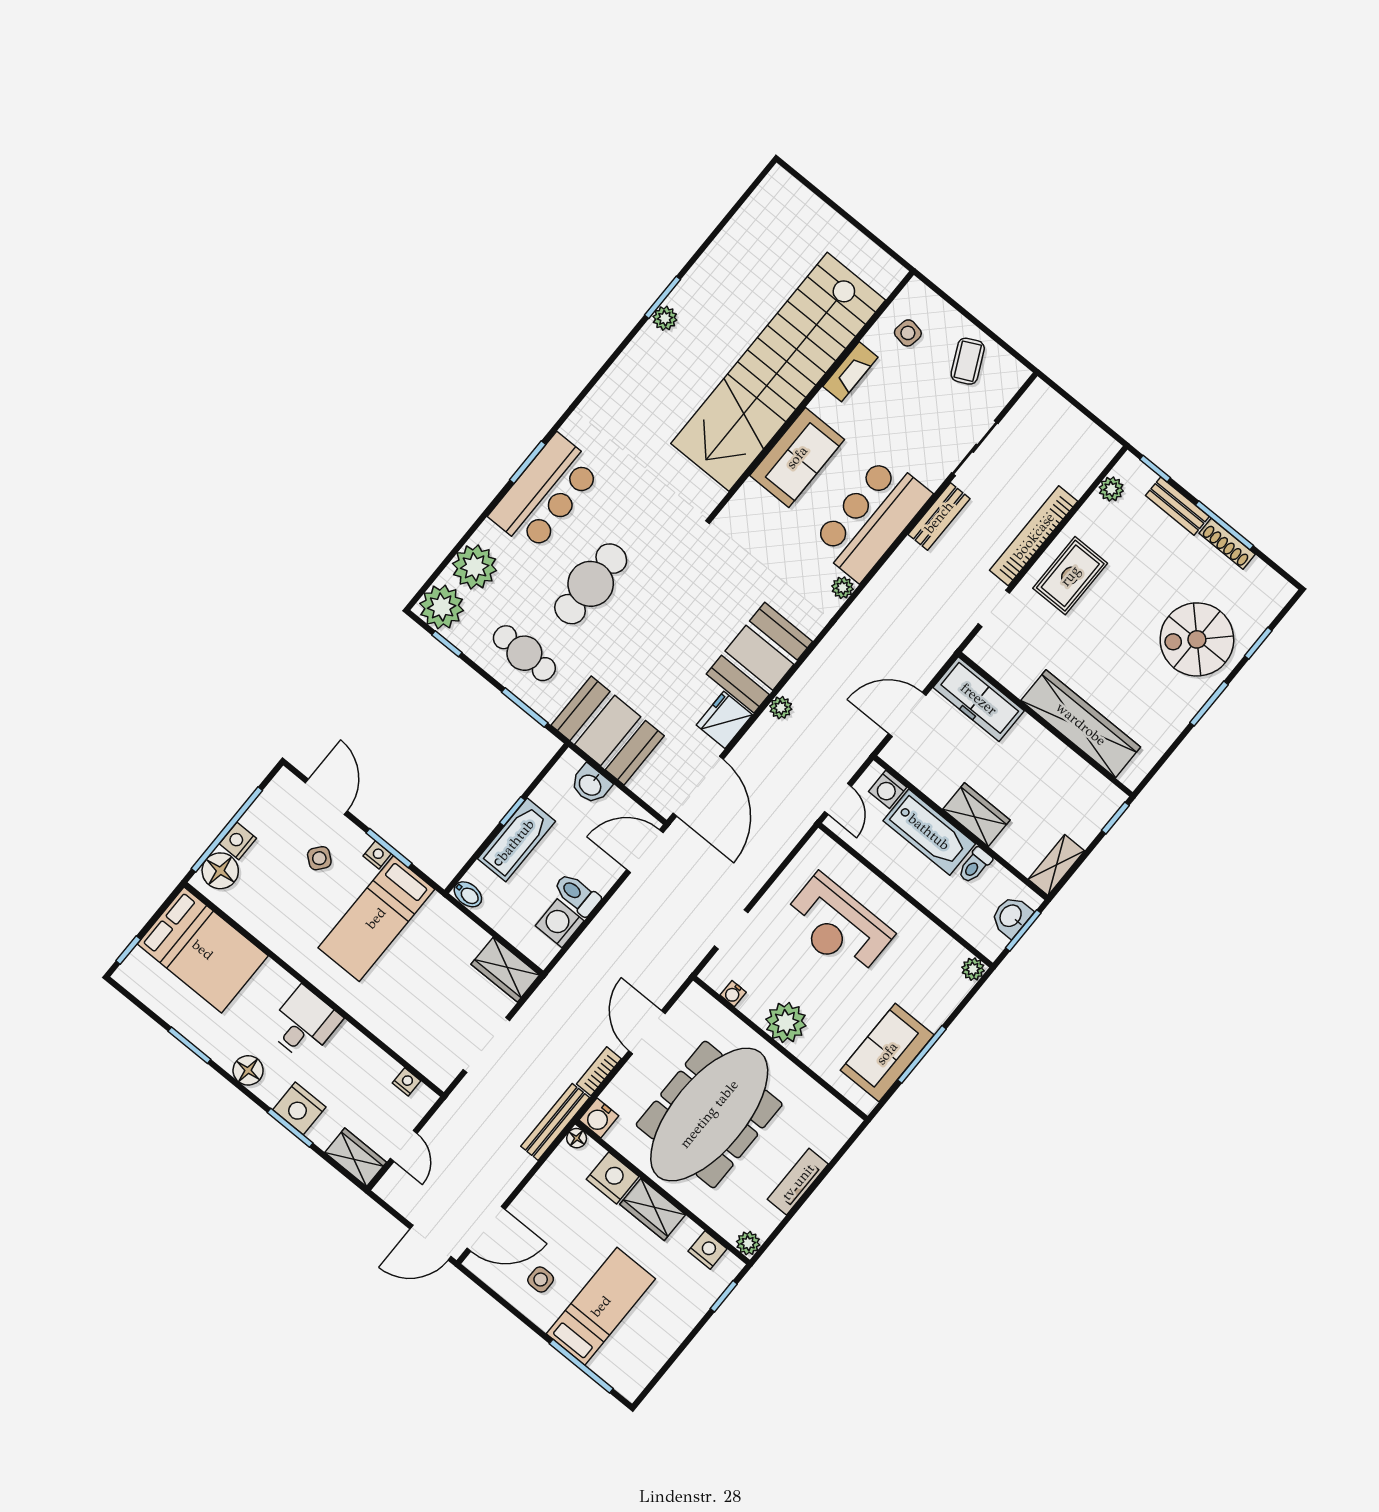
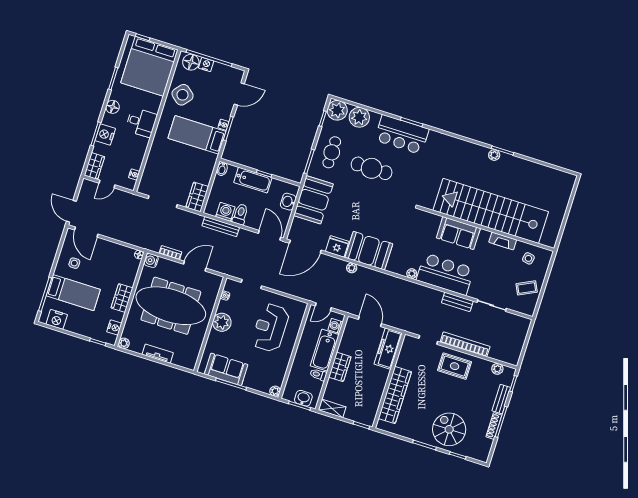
side table: (319, 858) -> (183, 95), moved, width x1.87, depth x1.87
bed: (203, 950) -> (149, 66), width x1.36
bench: (555, 1122) -> (221, 227), moved
nightstand: (613, 1178) -> (57, 319), moved, turned 90

